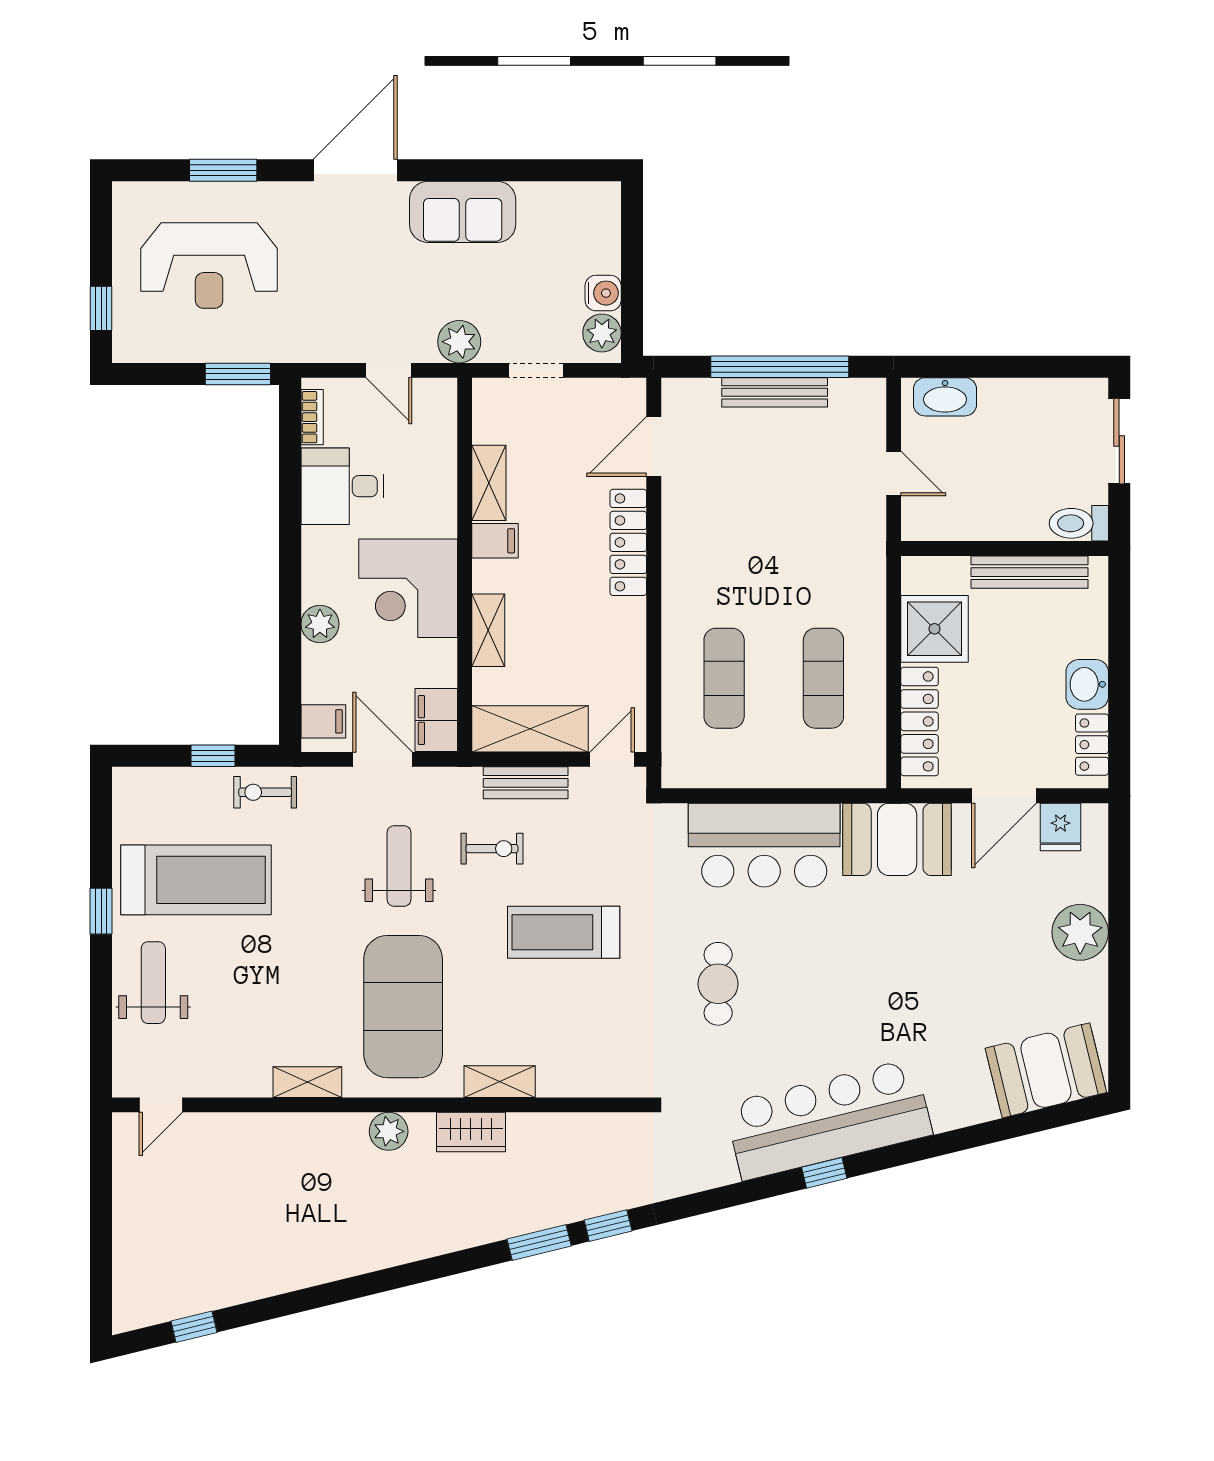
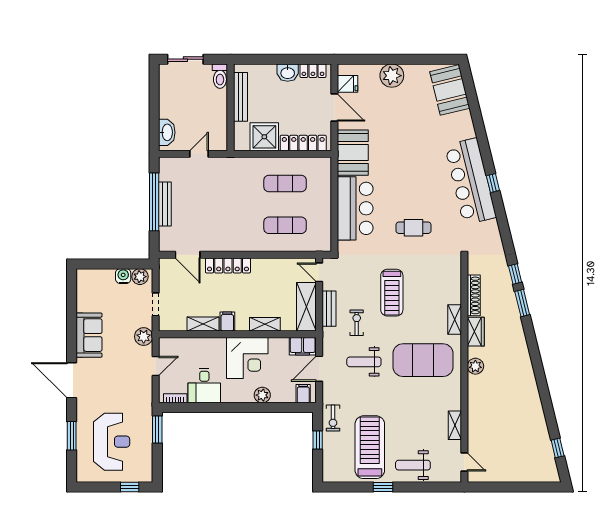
shelving: (307, 1082) -> (455, 425), moved
shoe rack: (557, 1127) -> (474, 295), added

